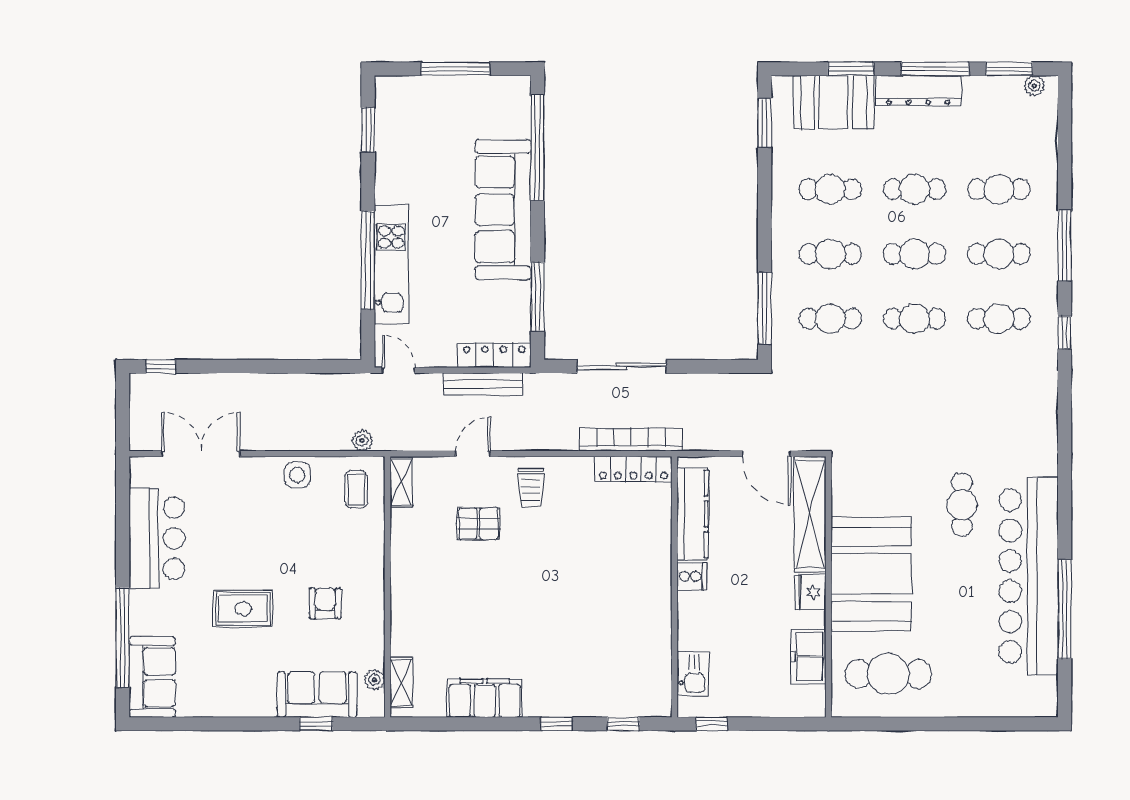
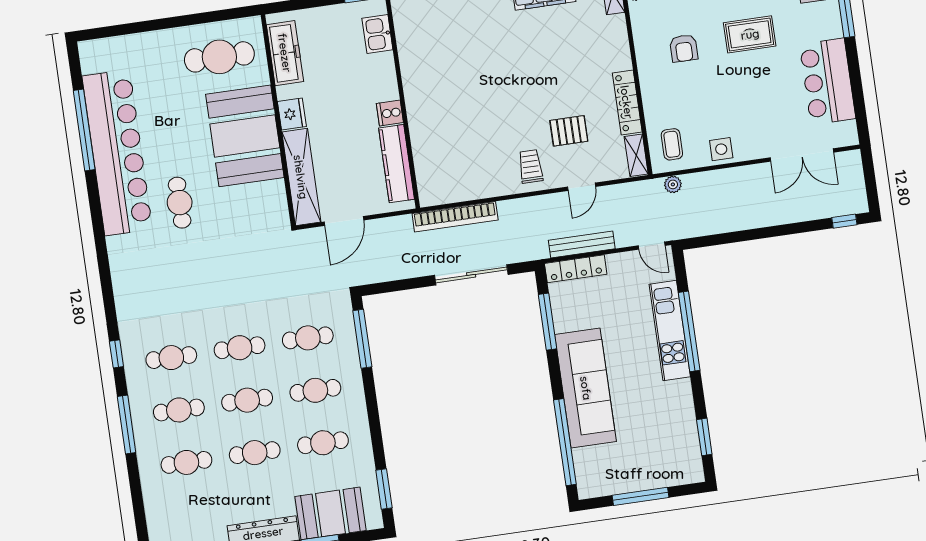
door: (766, 454) -> (344, 221), swing flipped
locker: (633, 469) -> (627, 102), moved, turned -90
freezer: (808, 656) -> (285, 53), width x1.40

